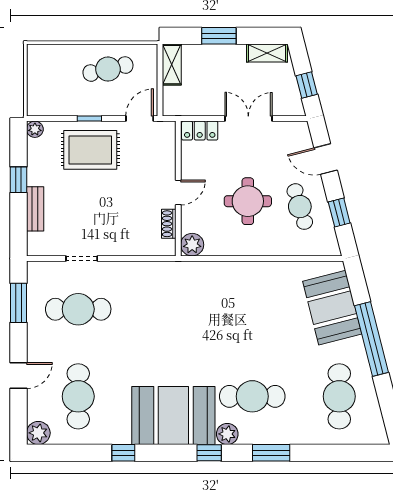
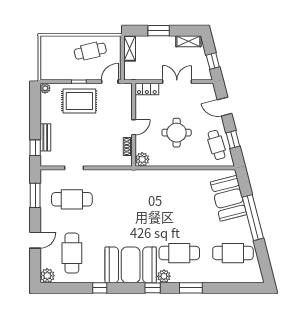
window: (18, 180) -> (35, 148), moved
cafe table: (300, 207) -> (217, 145), moved
cafe table: (339, 396) -> (233, 253), turned 90

